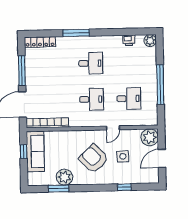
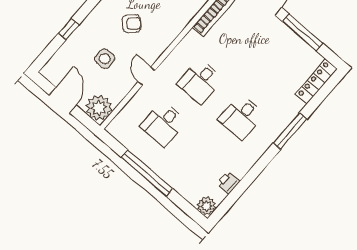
armchair: (94, 159) -> (132, 24), width x0.53, depth x0.53

